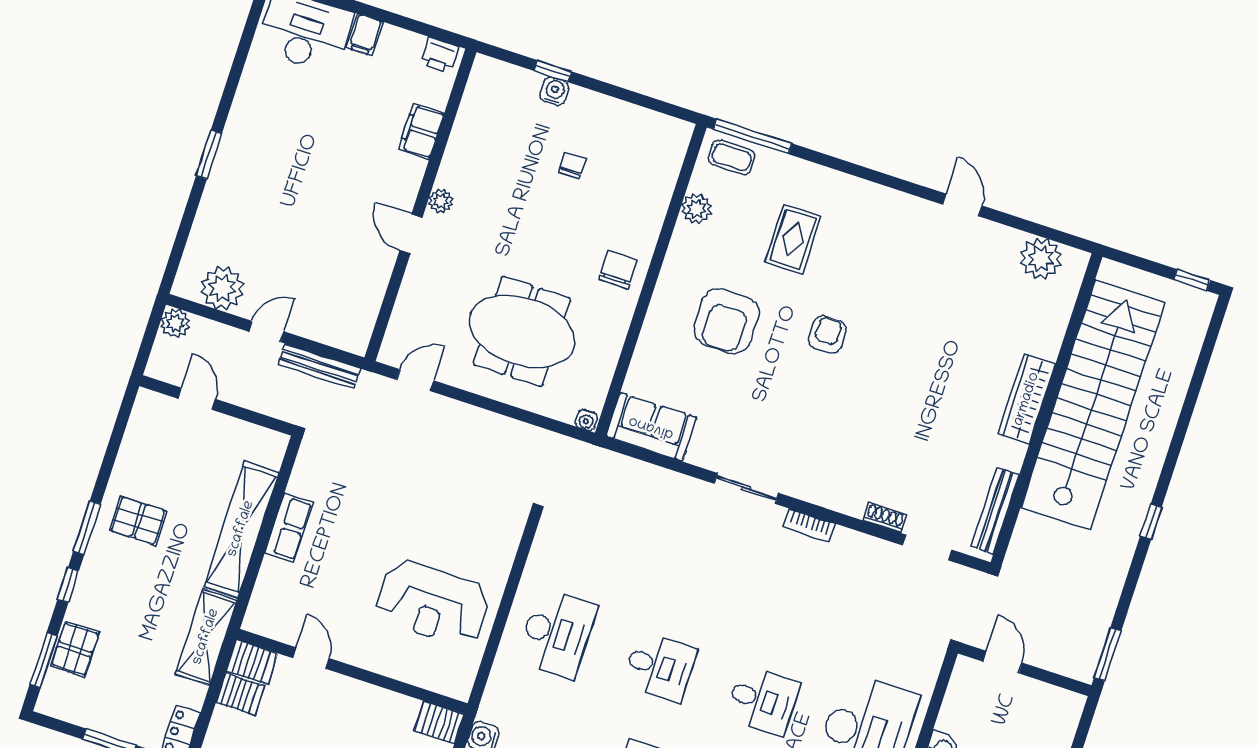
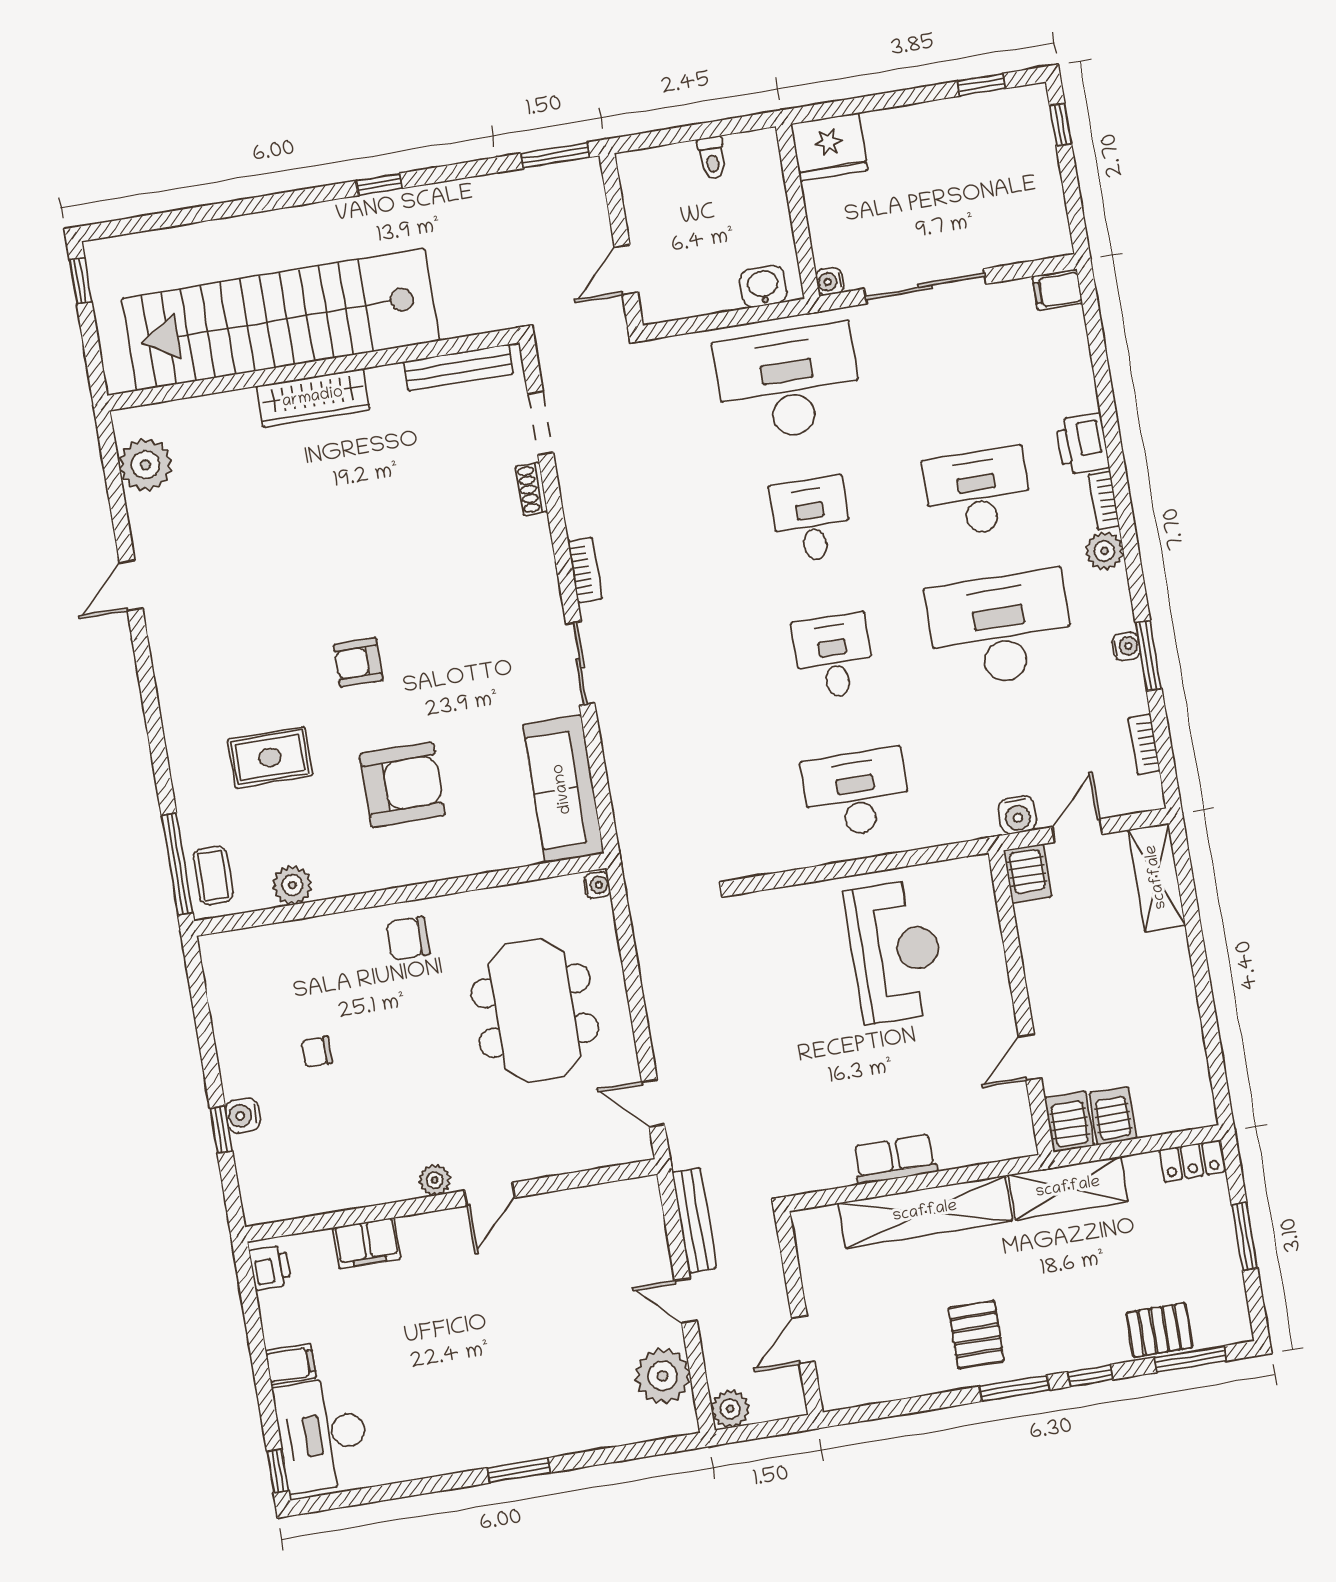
sofa: (651, 427) -> (563, 789), width x1.36

